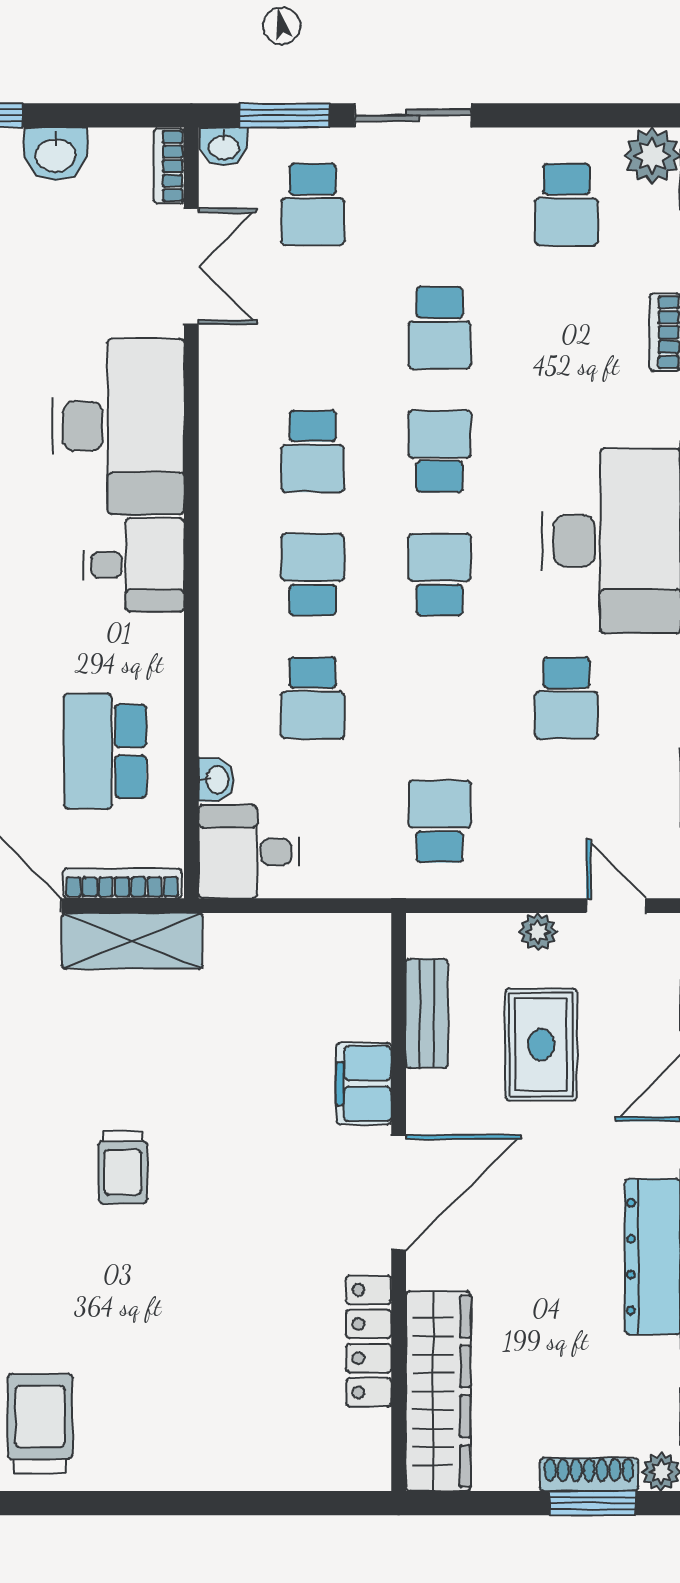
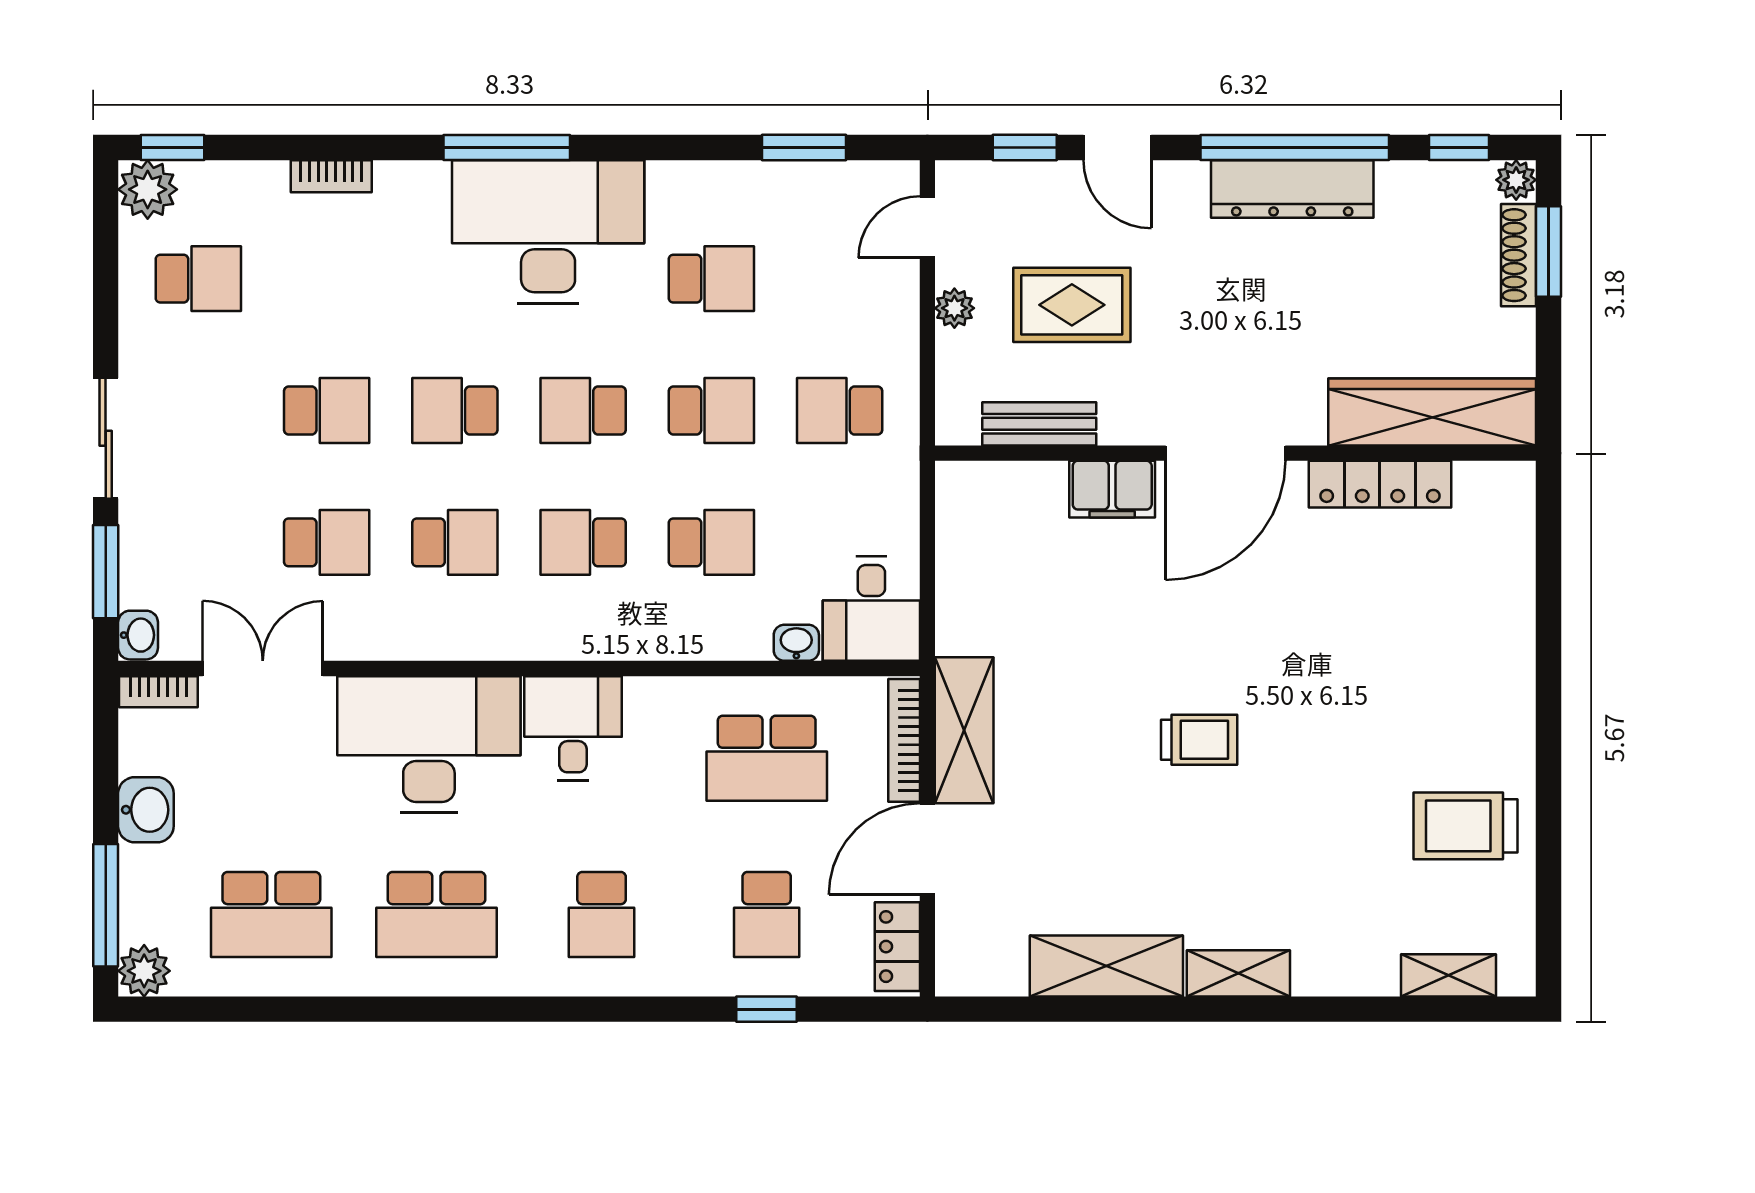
school desk: (313, 205) -> (327, 542), moved
school desk: (440, 698) -> (711, 410), added
door: (399, 1192) -> (1225, 453), swing flipped

